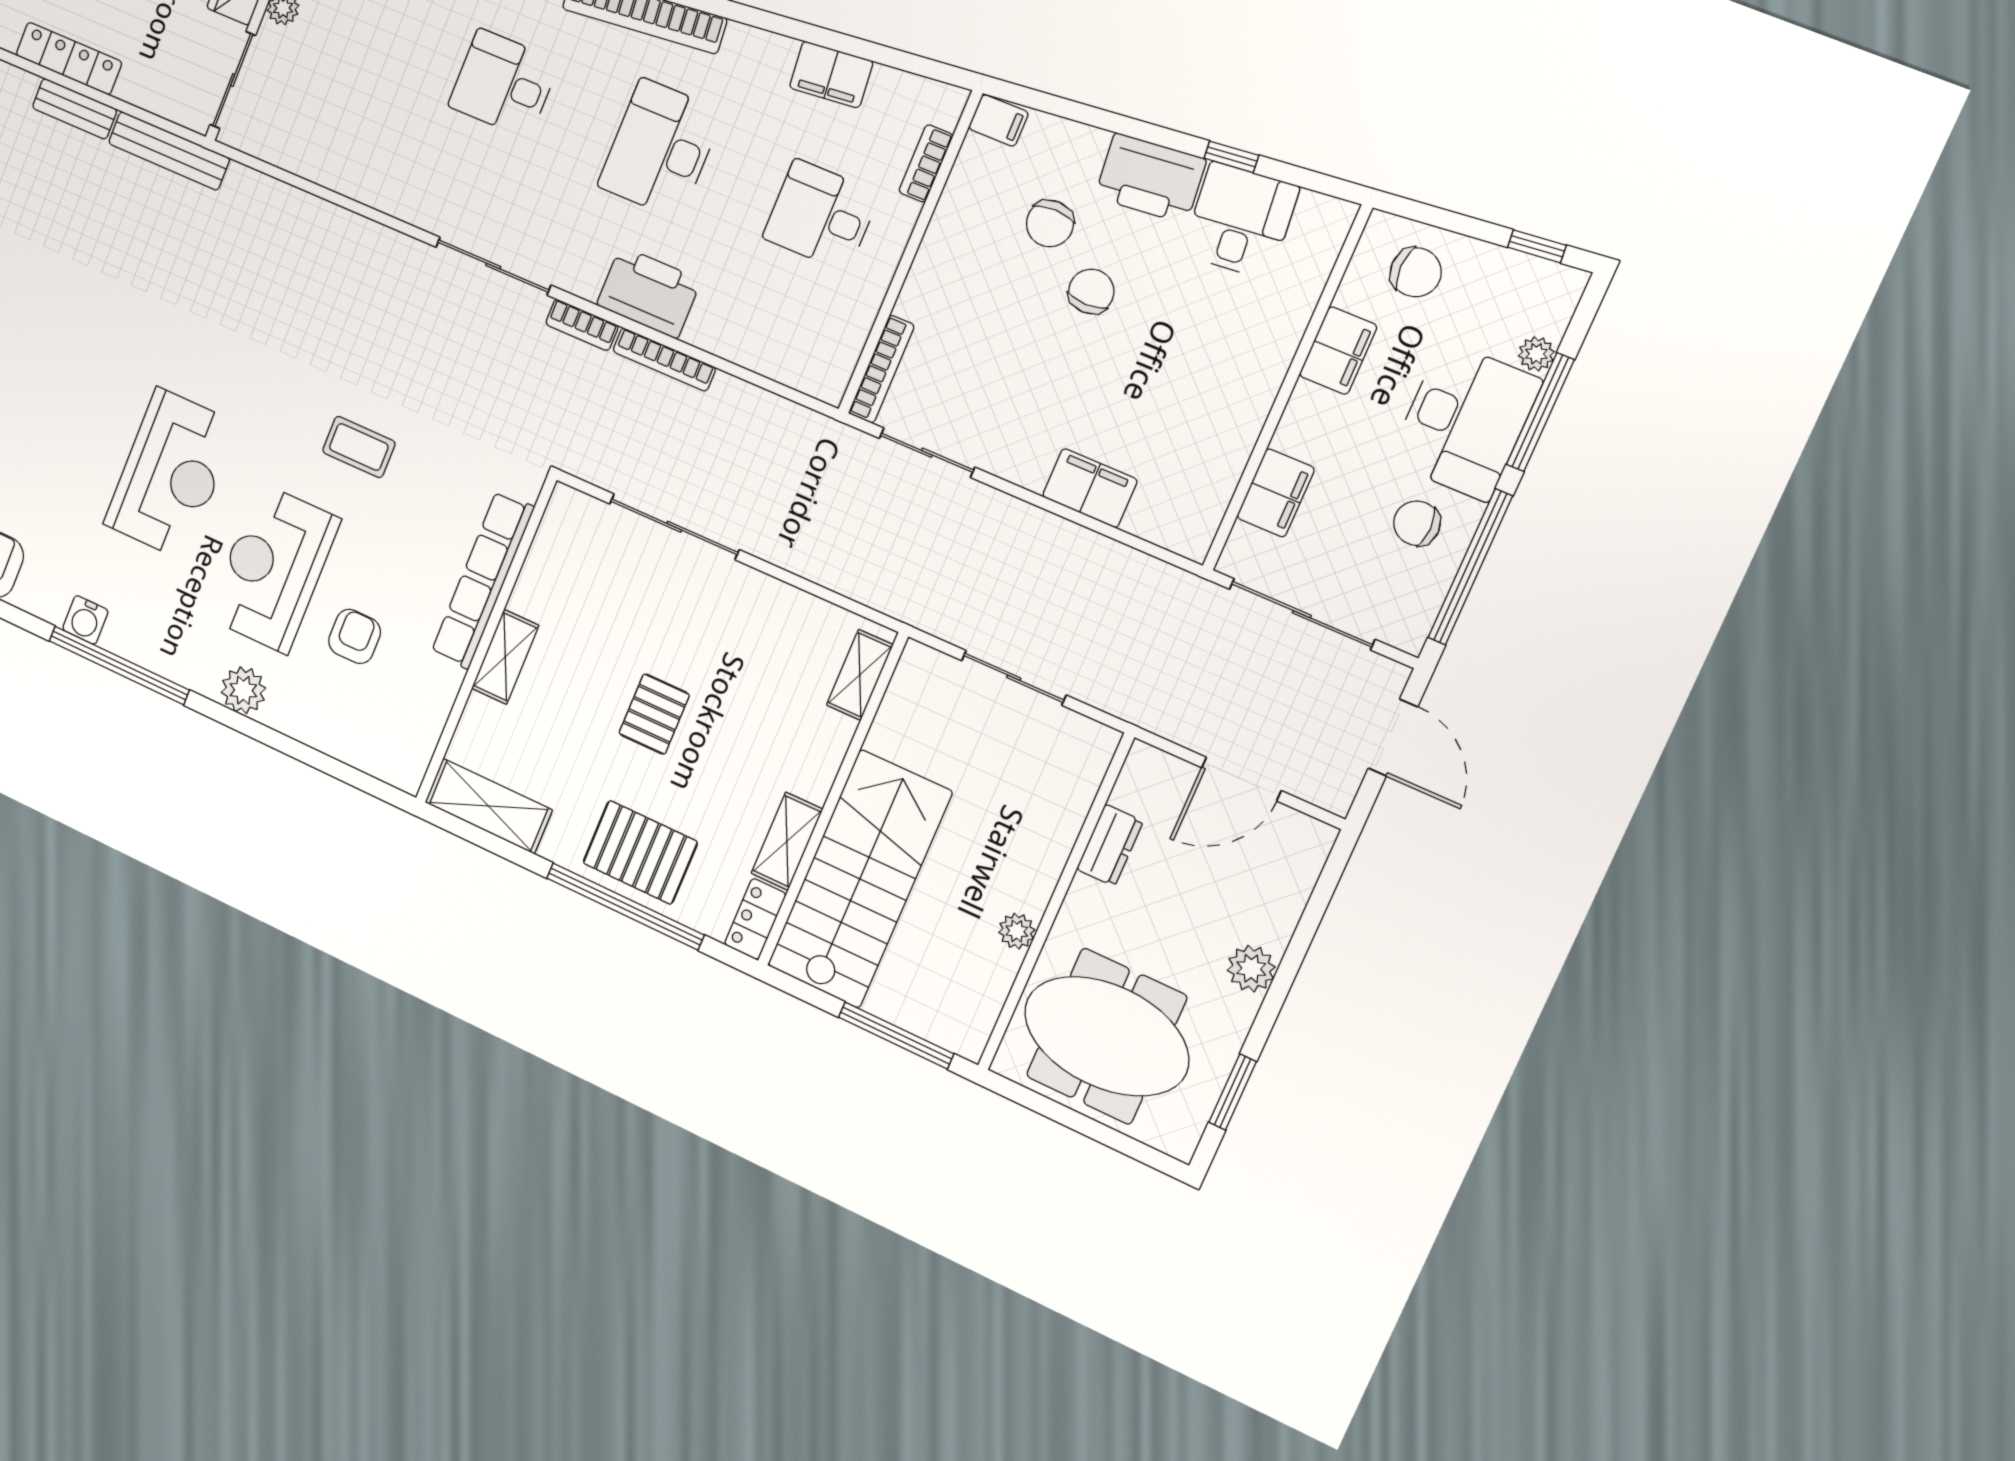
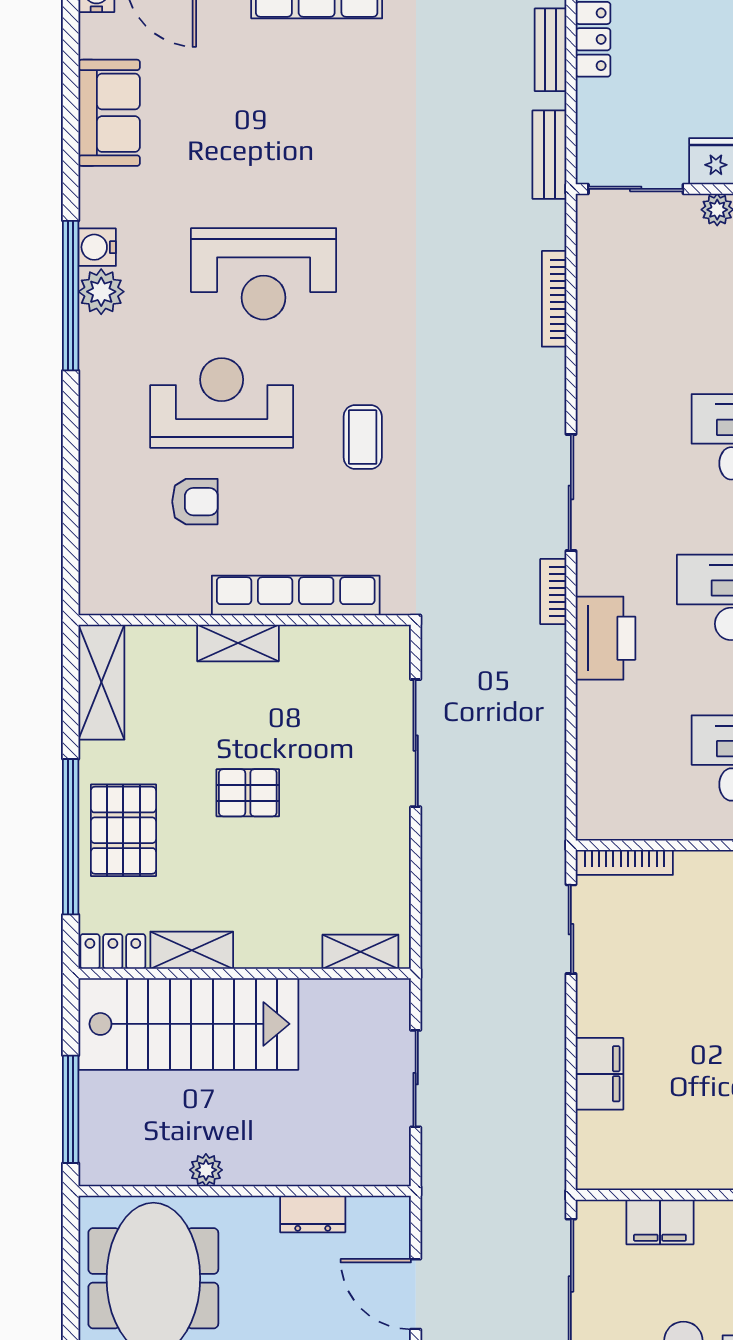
bench: (169, 151) -> (549, 155), width x0.73
bookcase: (664, 360) -> (554, 299), moved
plant: (243, 690) -> (101, 292), moved

